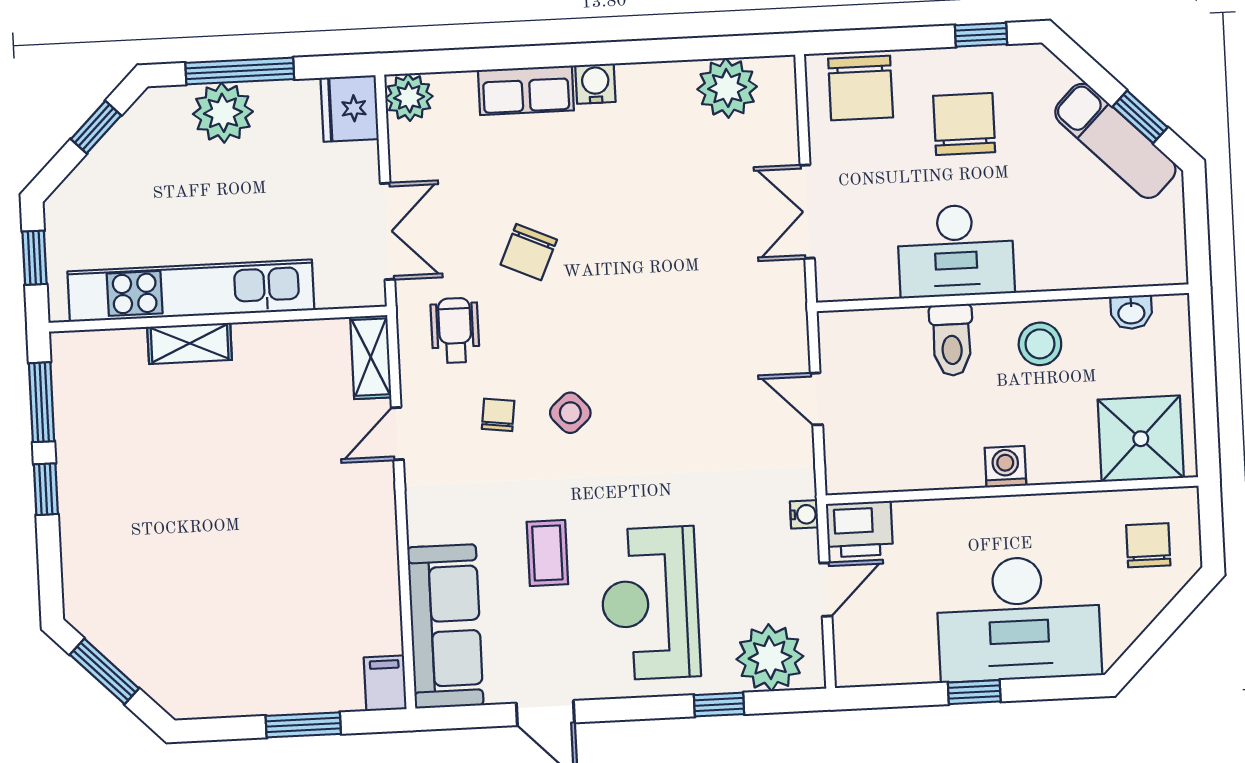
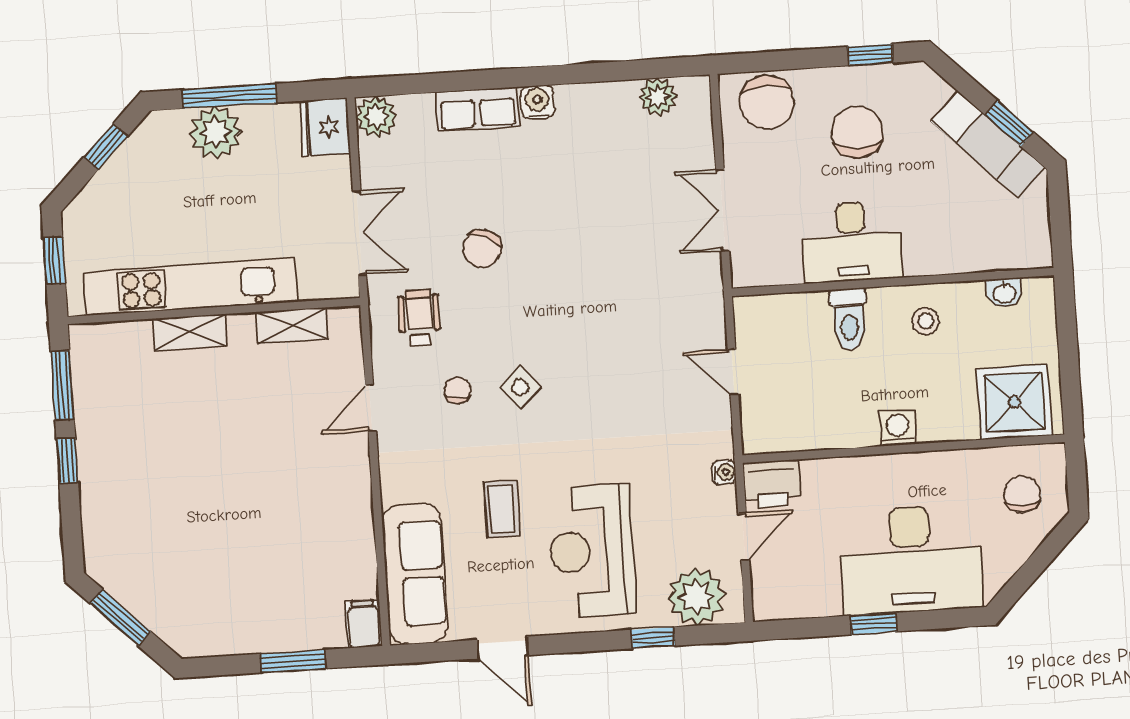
plant: (727, 88) -> (658, 97), width x0.73, depth x0.73
stool: (1040, 344) -> (926, 321), width x0.73, depth x0.73
shelving: (371, 357) -> (292, 326), moved, turned 90

